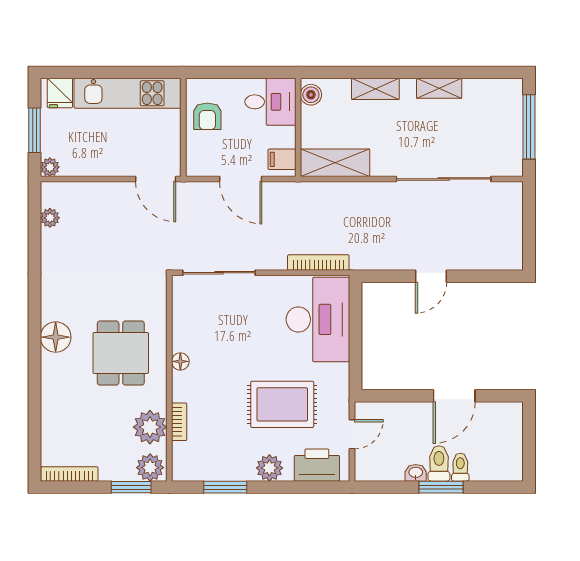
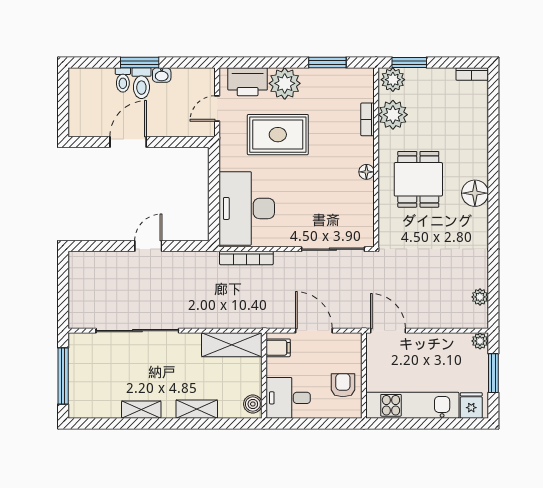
plant: (269, 468) -> (285, 83), width x1.36, depth x1.36
bookcase: (69, 474) -> (472, 74), width x0.64

